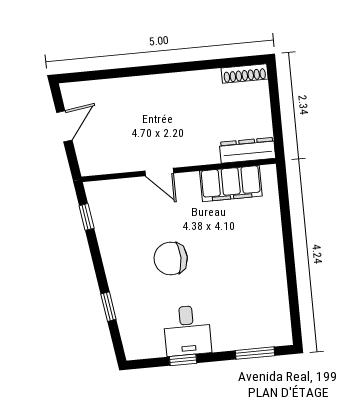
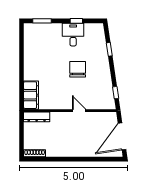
door: (64, 126) -> (122, 136), width x1.87
filing cabinet: (231, 184) -> (31, 95), moved, turned 90
chair: (171, 259) -> (78, 69), turned -90

